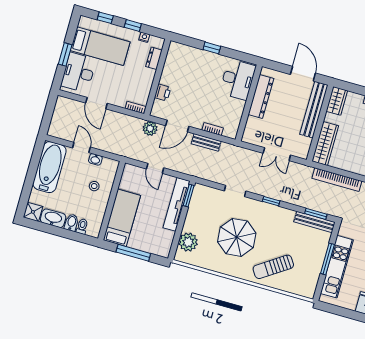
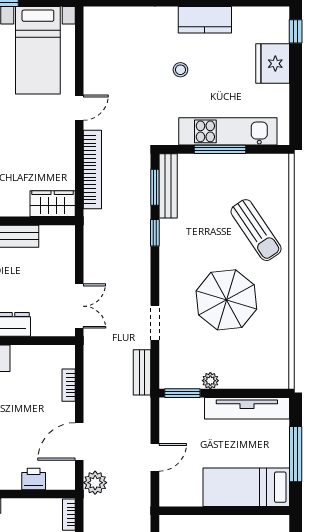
door: (177, 126) -> (79, 441), swing flipped
bench: (206, 142) -> (142, 372), moved
wardrobe: (325, 143) -> (53, 204), width x0.67
double door: (277, 154) -> (79, 306), moved
window: (271, 201) -> (155, 233), moved
tv unit: (176, 204) -> (247, 408), moved
plant: (188, 242) -> (210, 381), moved, width x0.53, depth x0.53

